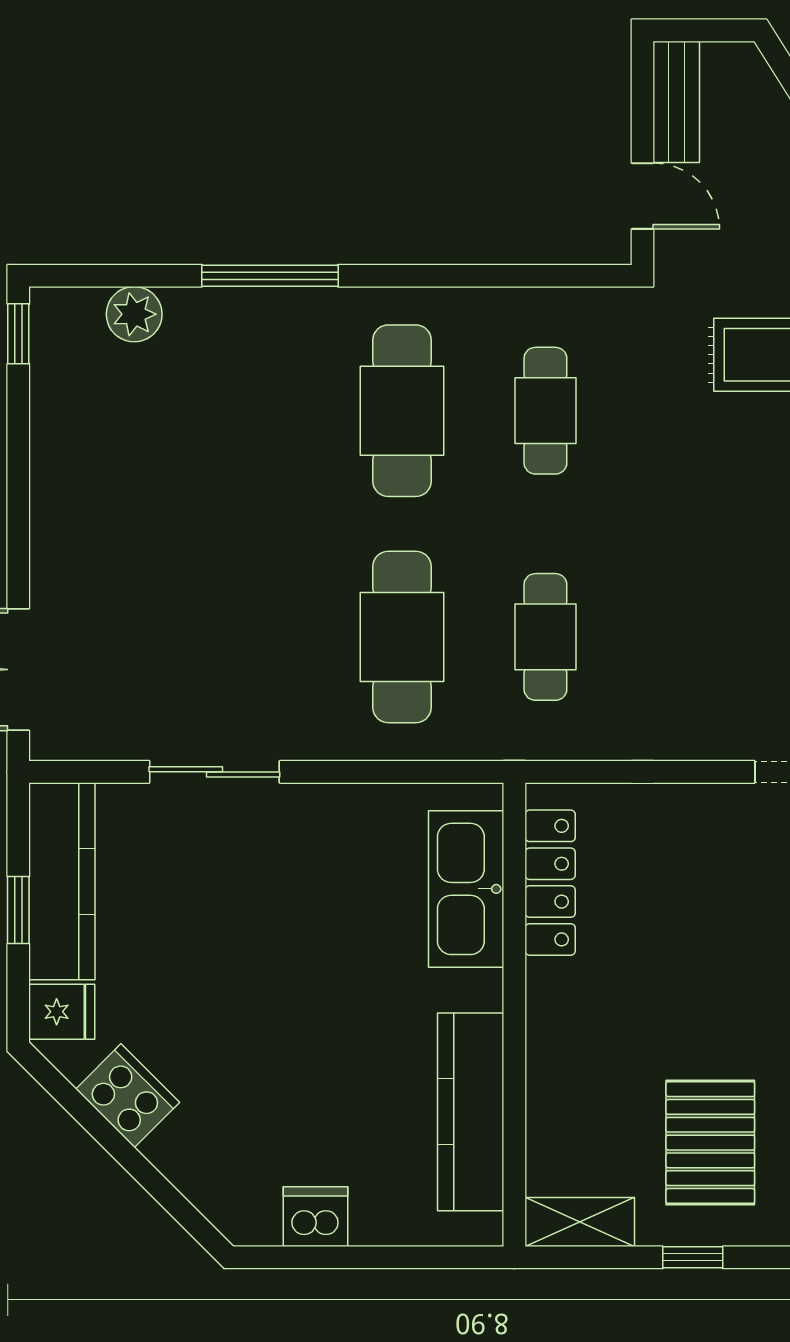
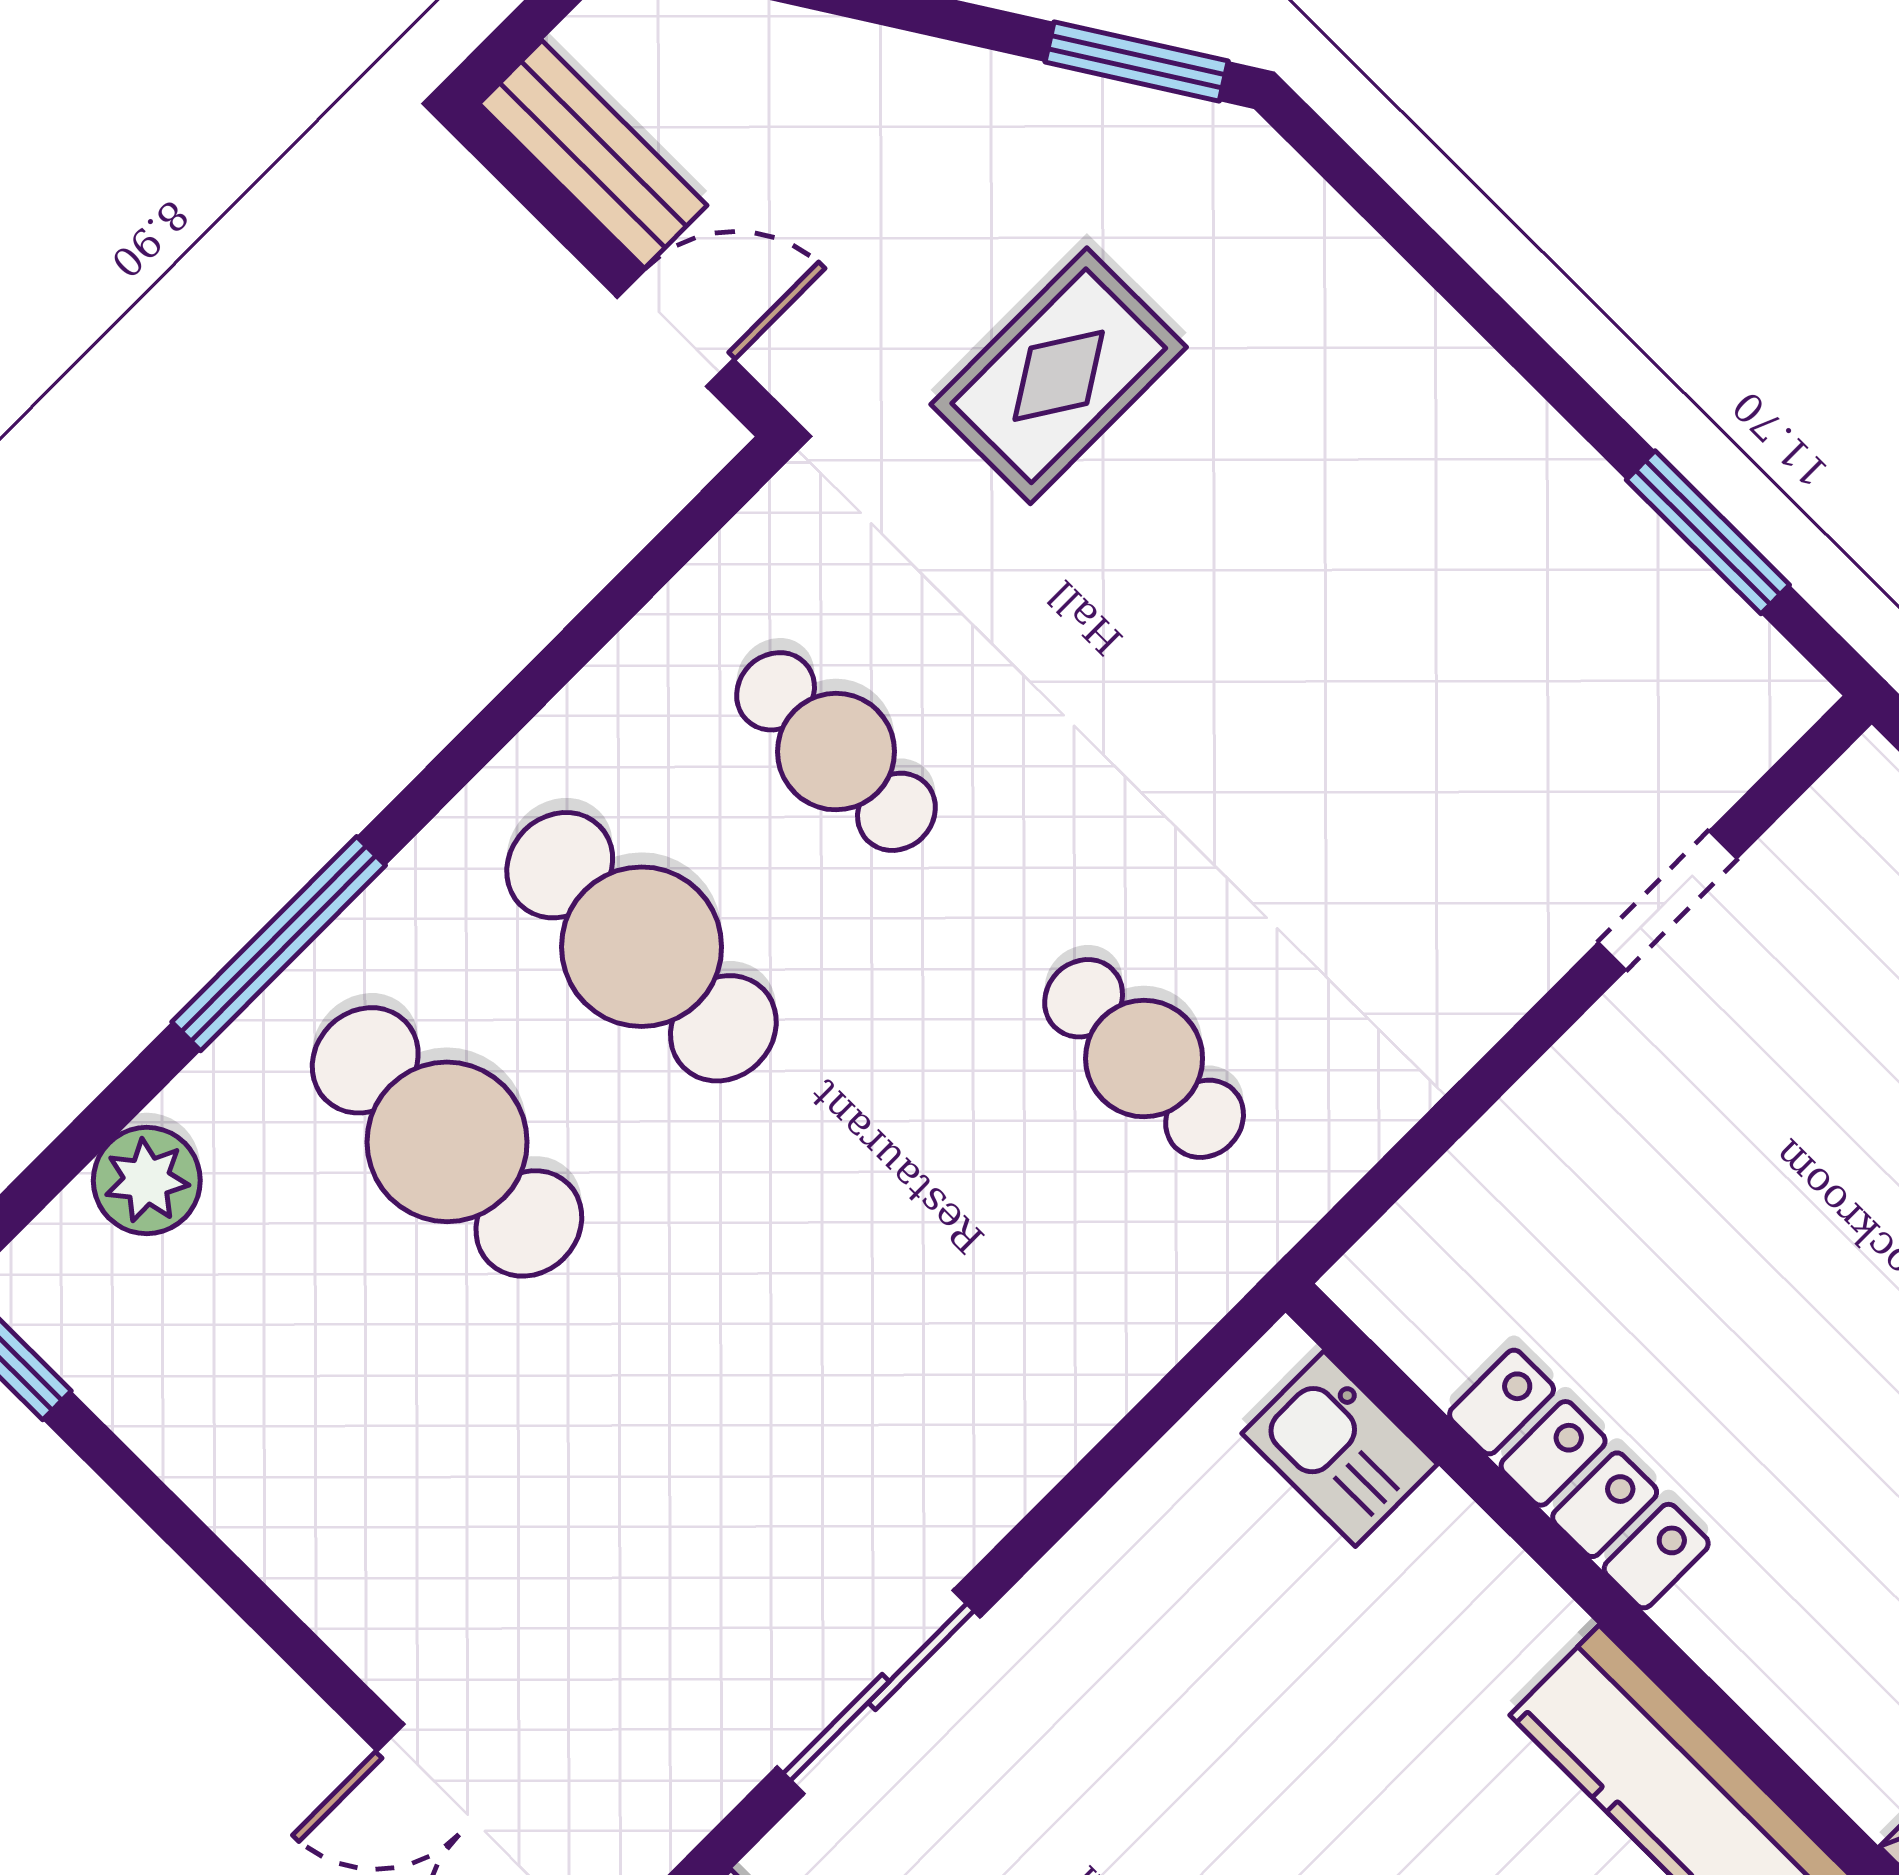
cafe table: (402, 637) -> (447, 1142), moved
locker: (550, 883) -> (1579, 1479), moved
kitchen sink: (466, 889) -> (1340, 1449), width x0.53, depth x0.81

